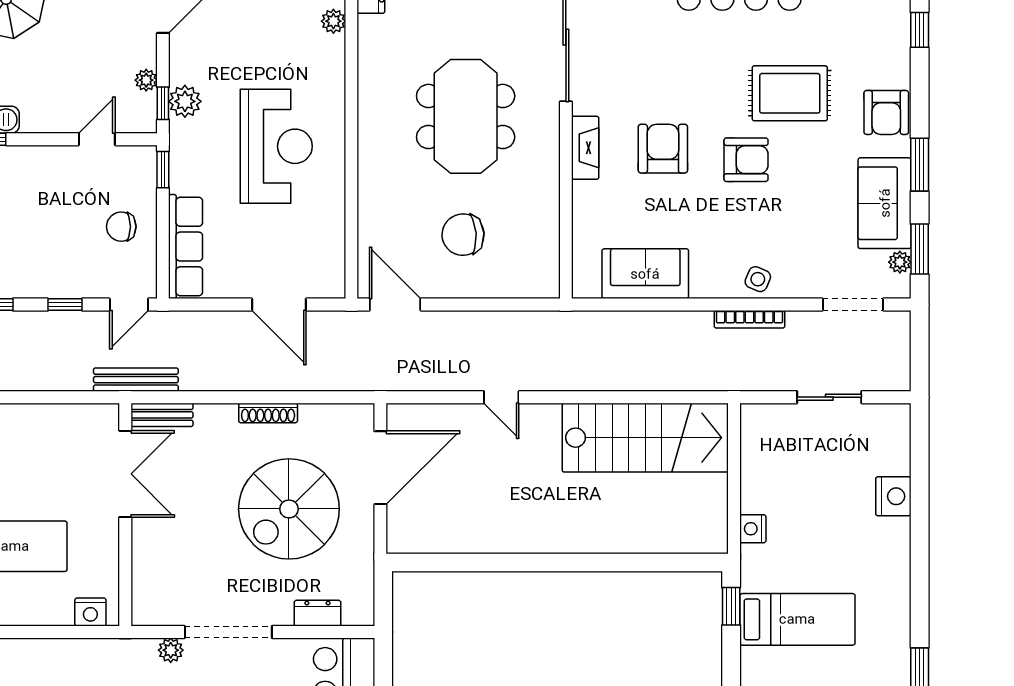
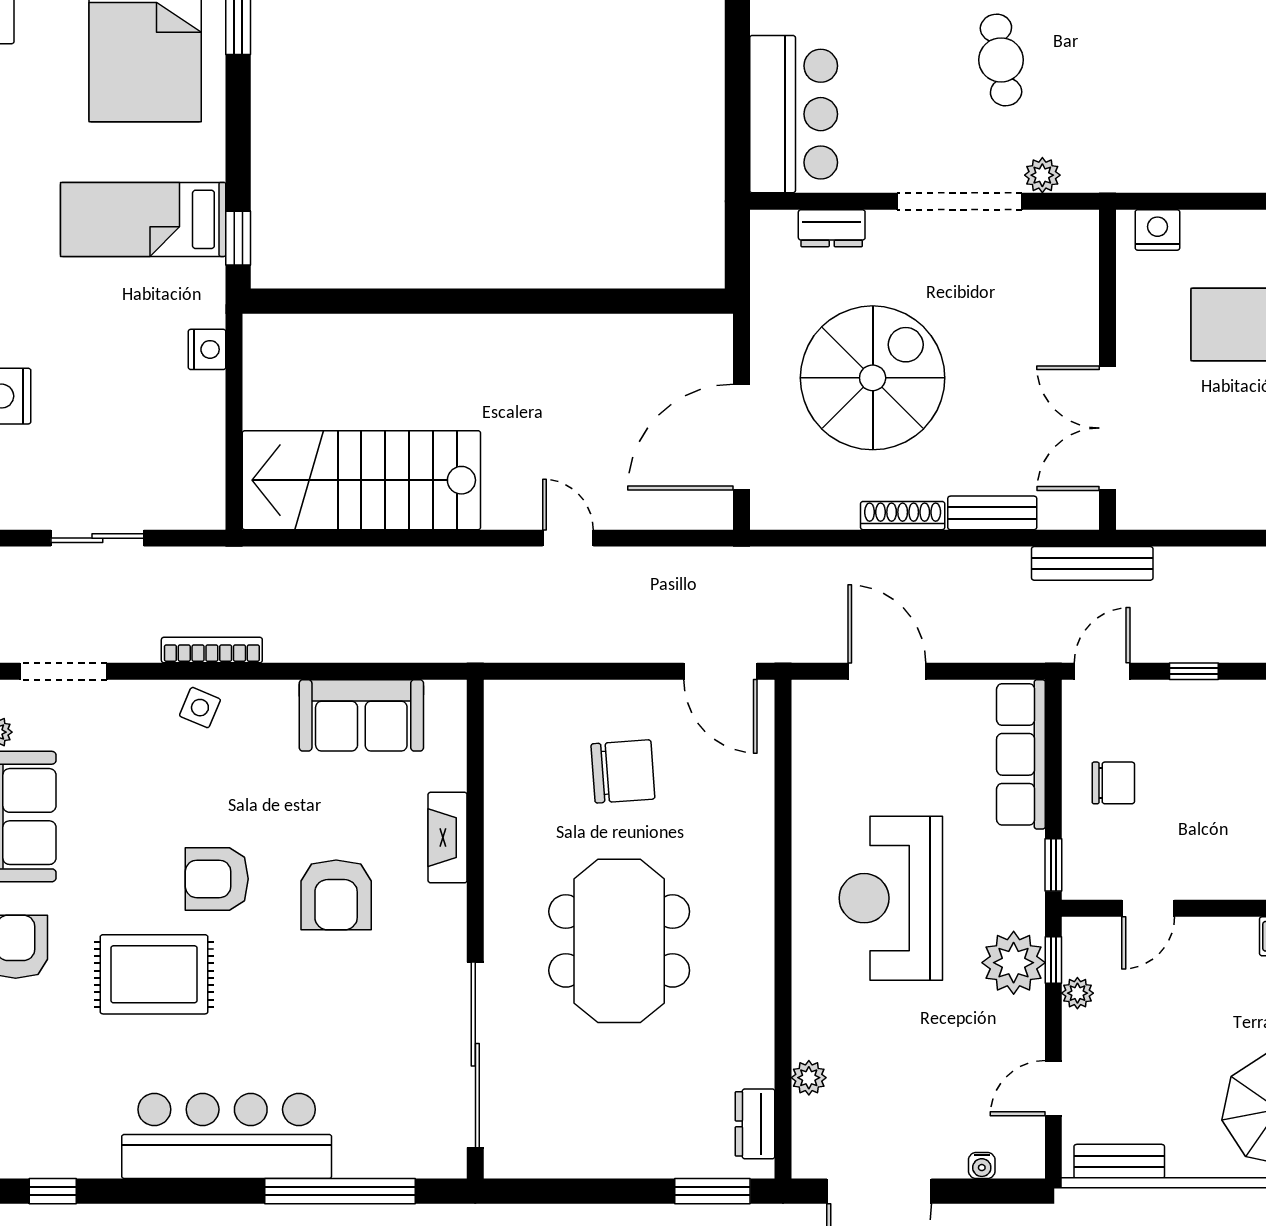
plant: (185, 101) -> (1014, 963), width x1.36, depth x1.36
fireplace: (585, 148) -> (448, 838), moved
bench: (162, 415) -> (992, 513), moved

